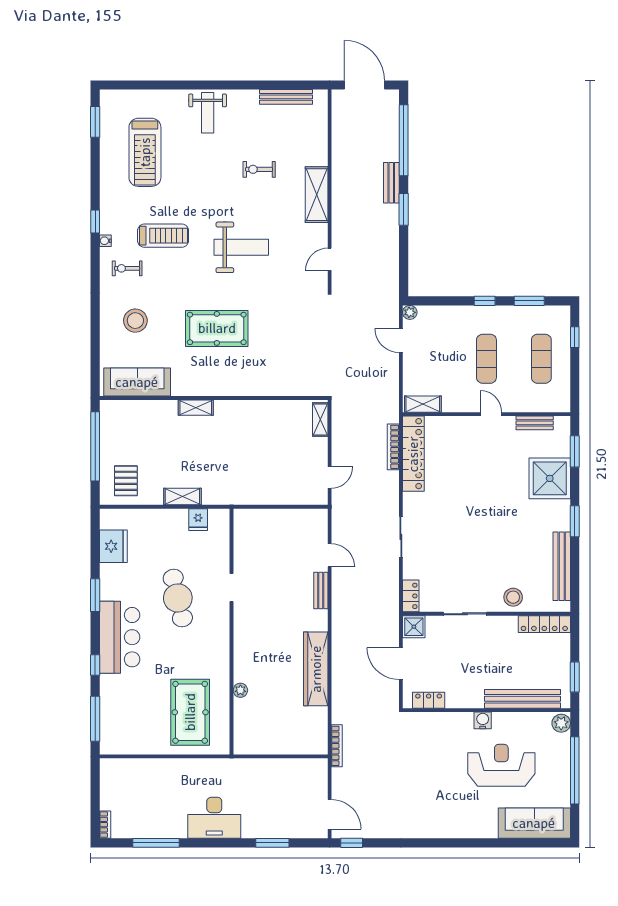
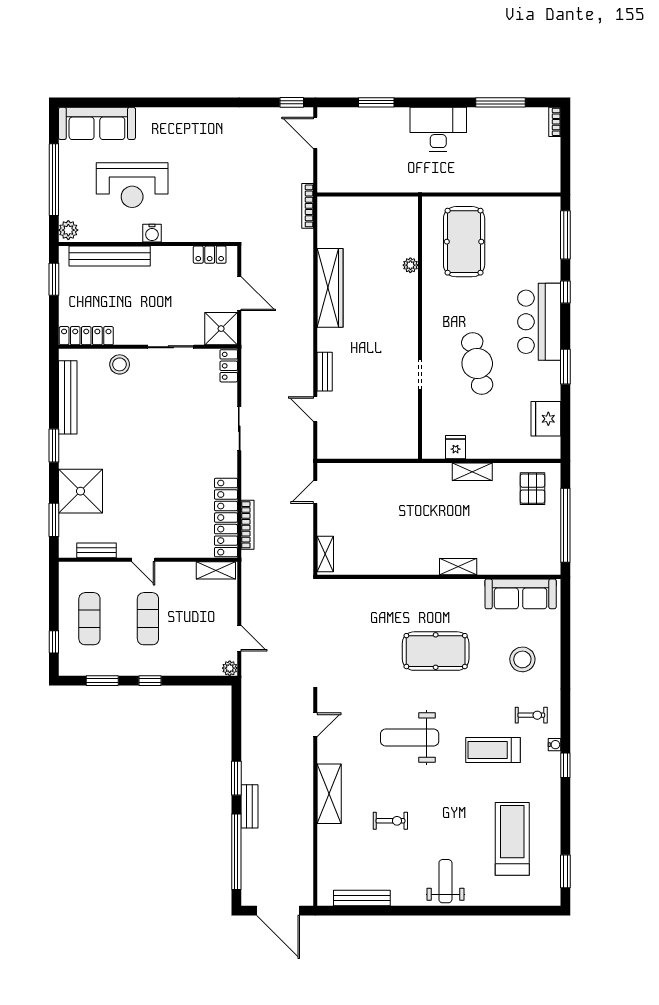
shower: (414, 627) -> (221, 329), width x1.36, depth x1.36

